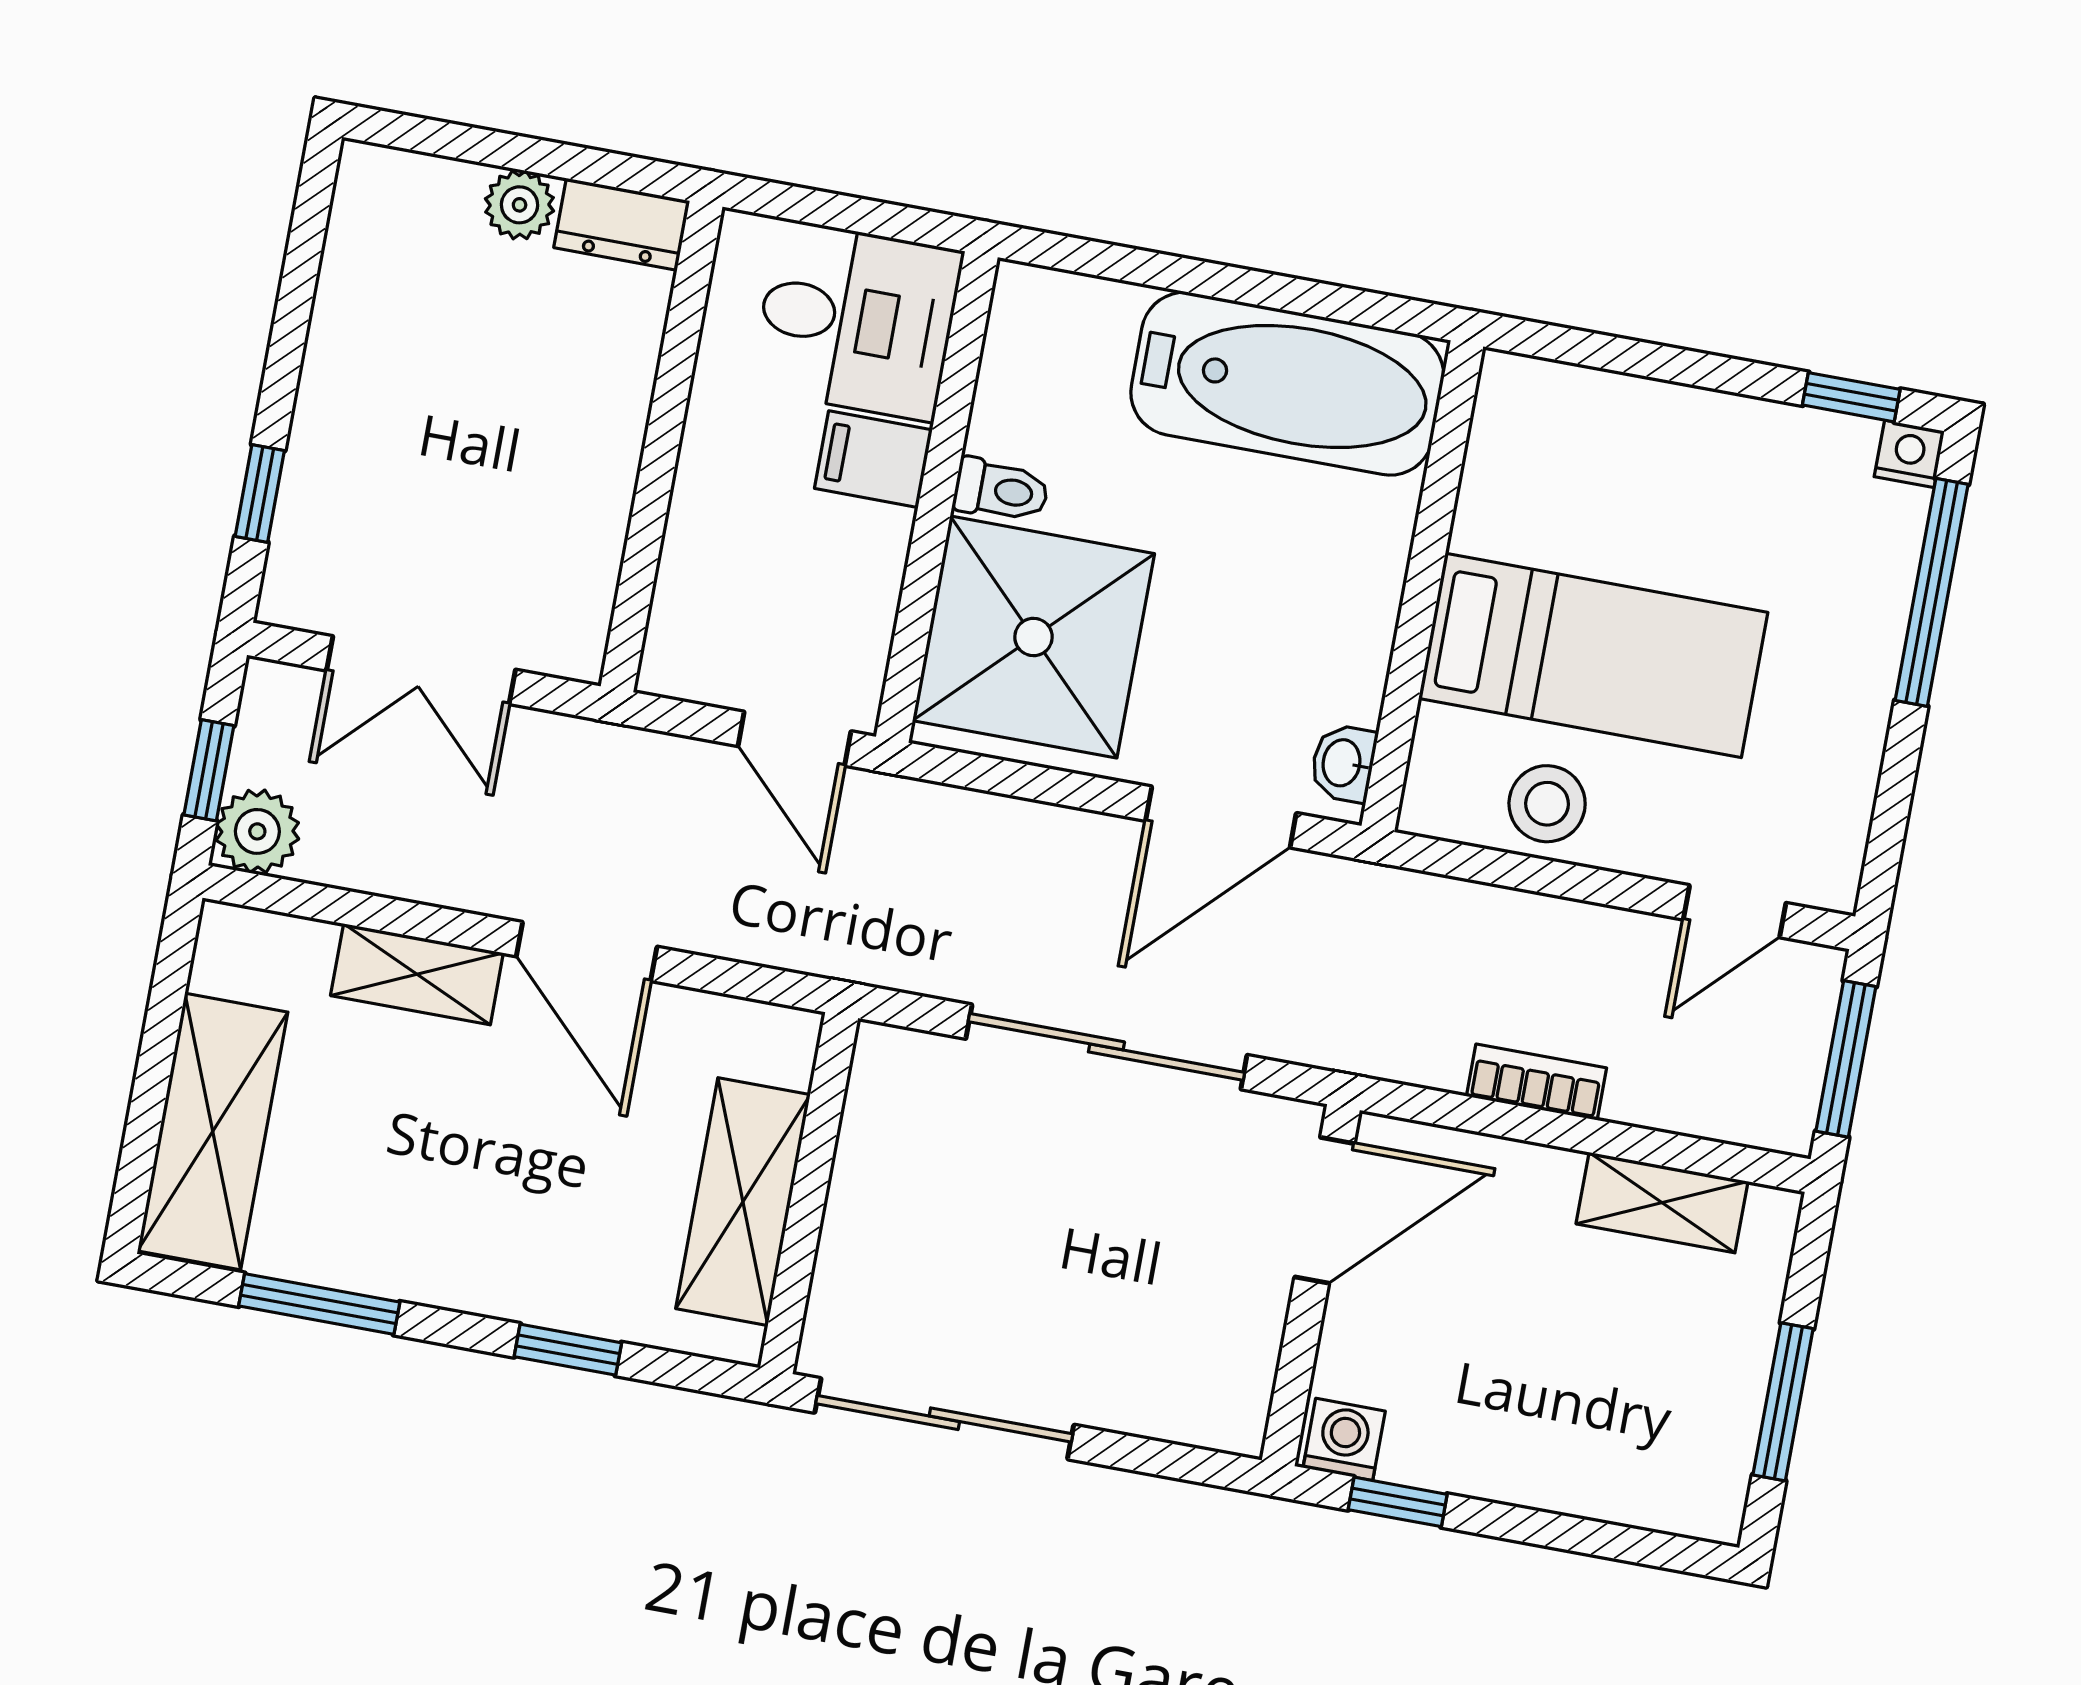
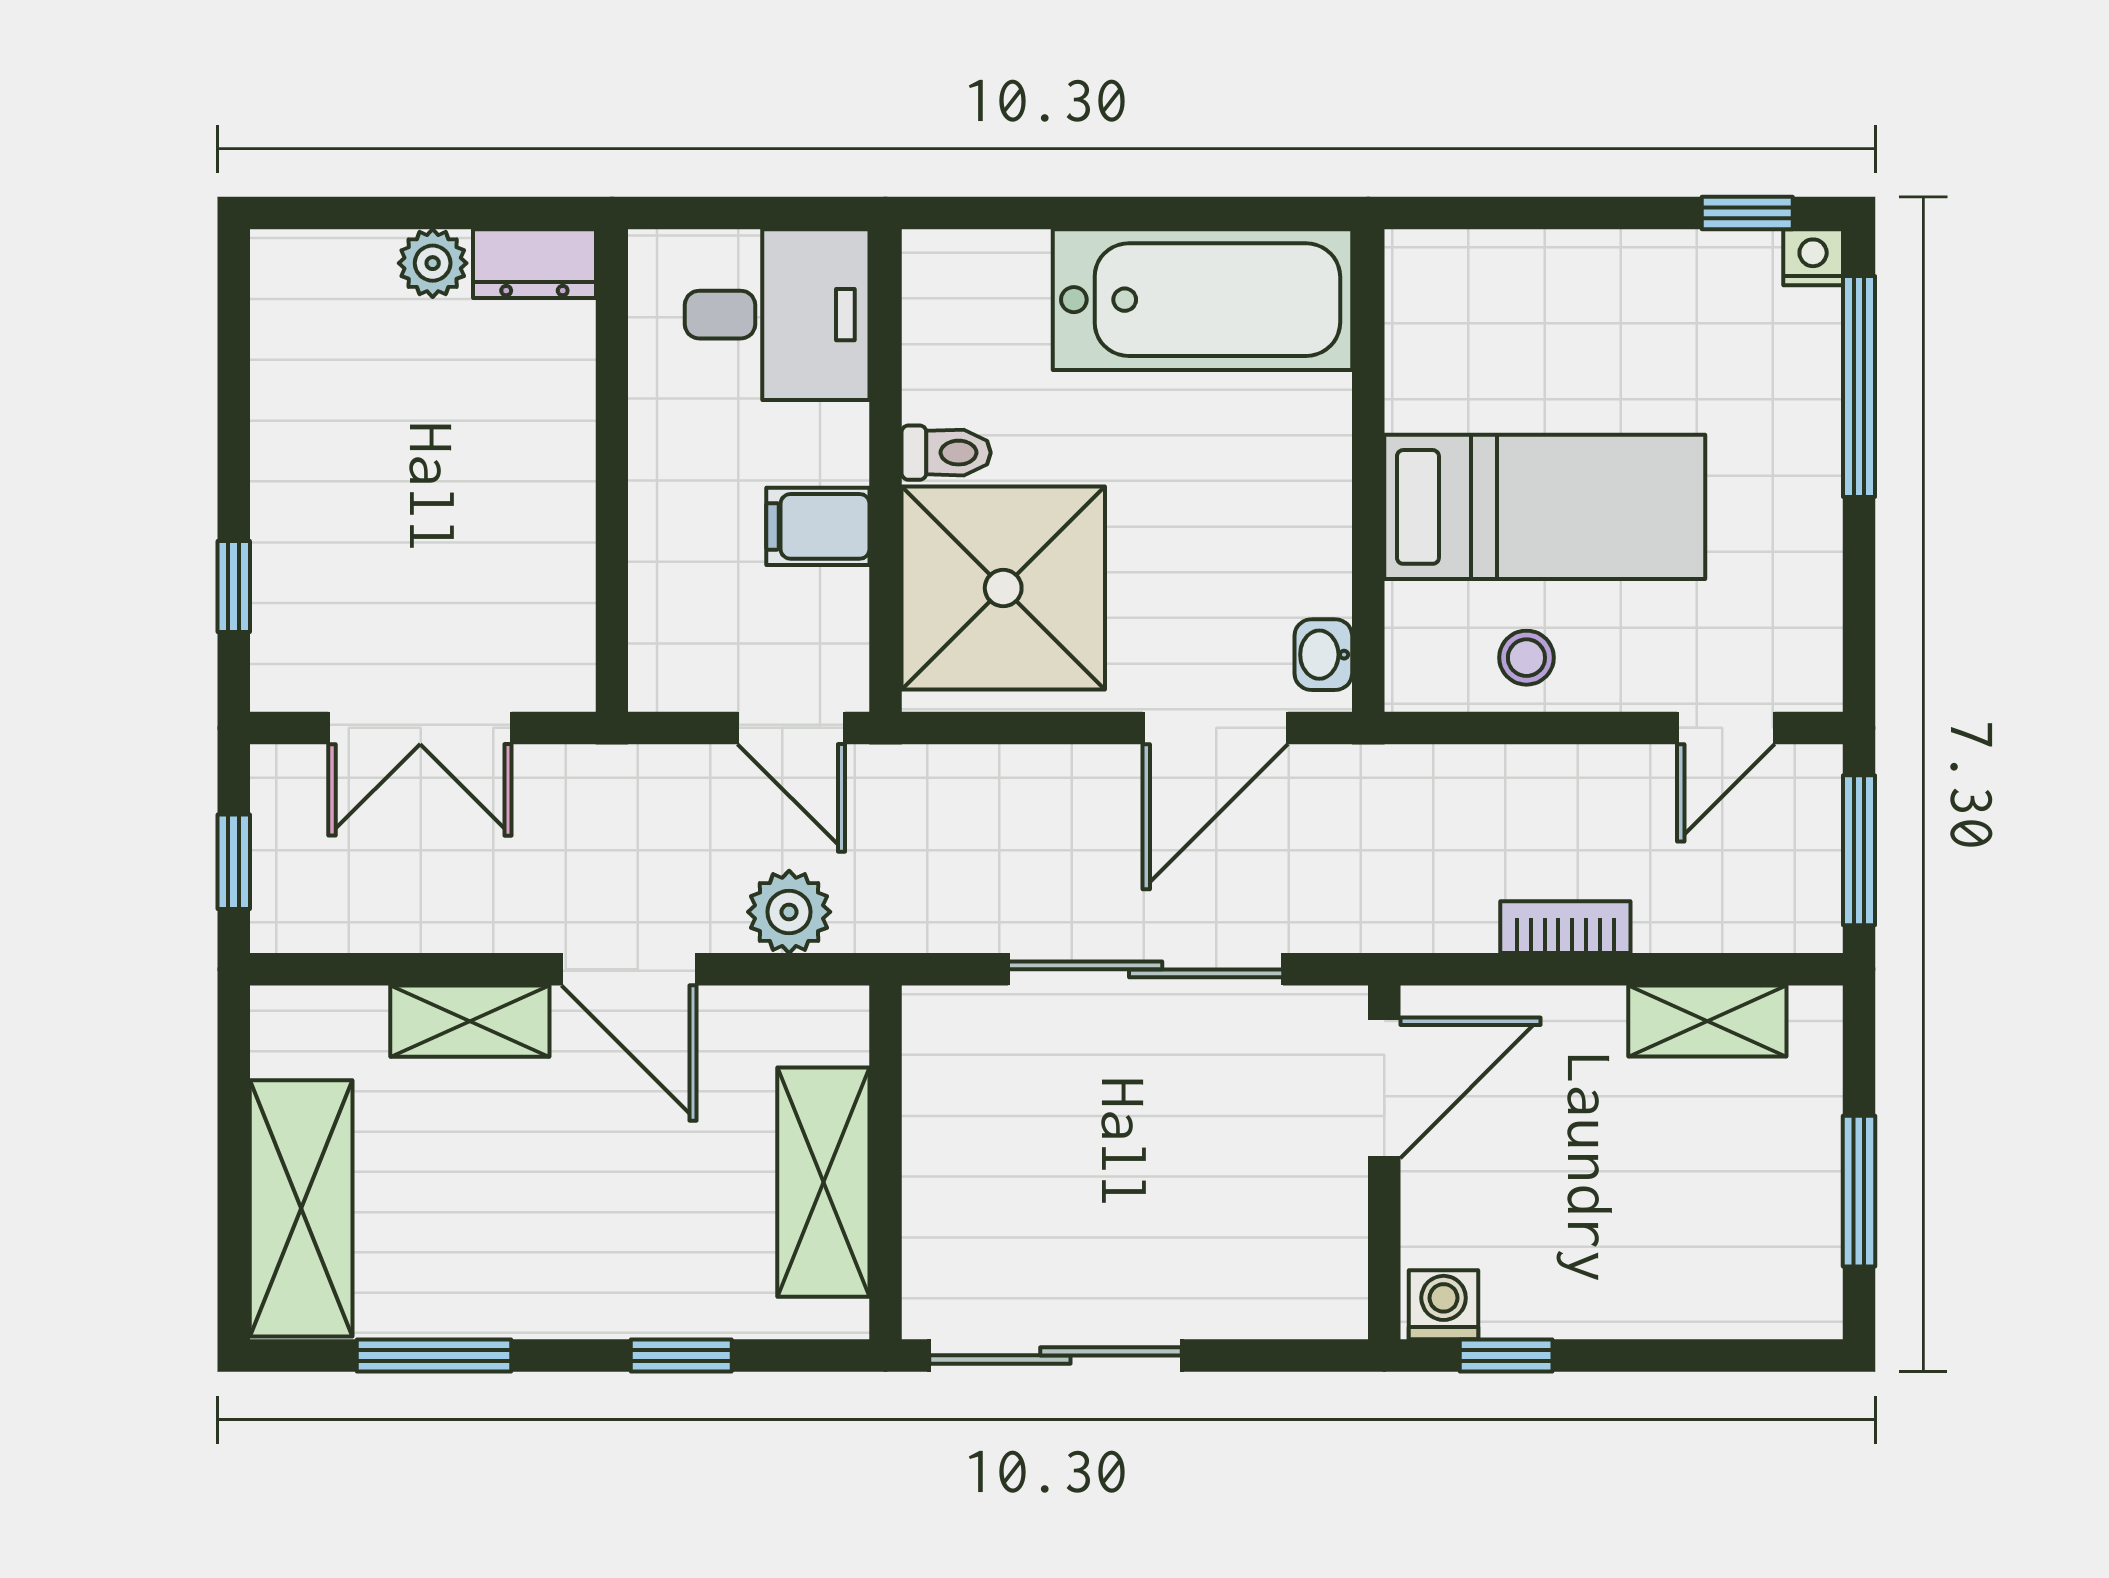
filing cabinet: (873, 459) -> (818, 526), moved
stool: (1547, 804) -> (1526, 658), width x0.73, depth x0.73
plant: (257, 831) -> (789, 912), moved

